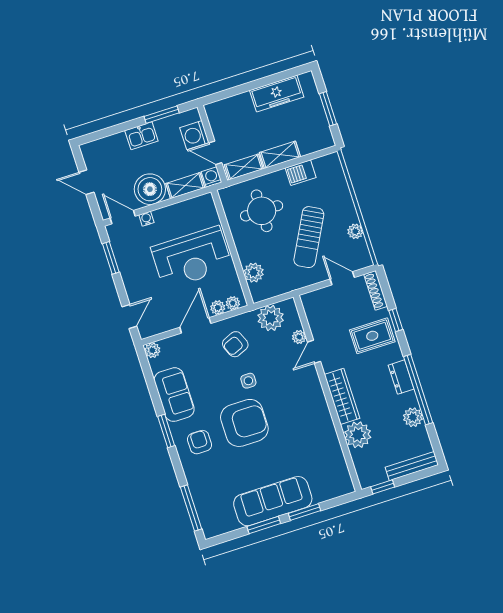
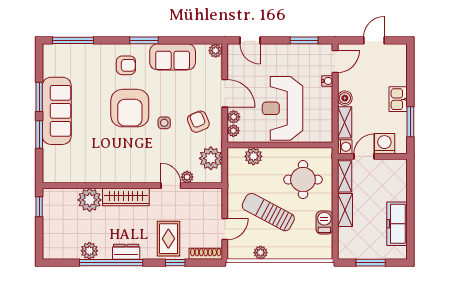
boiler: (150, 189) -> (345, 98), width x0.54, depth x0.54
bench: (412, 466) -> (49, 237), removed

